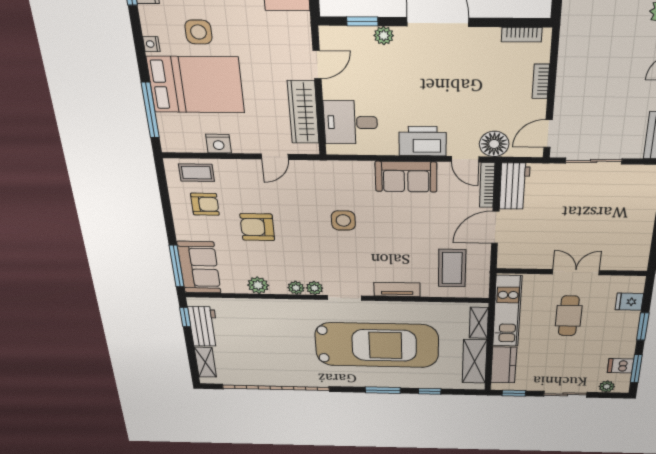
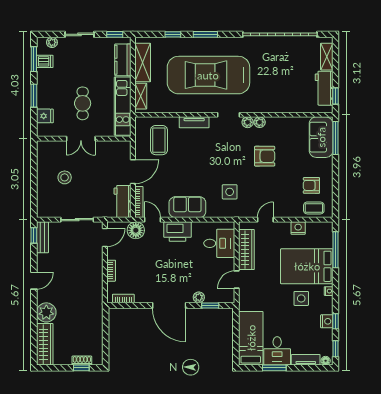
side table: (343, 220) -> (230, 192), moved
stool: (608, 221) -> (65, 177), added
armchair: (257, 227) -> (265, 156), moved
plant: (258, 285) -> (284, 124), removed

